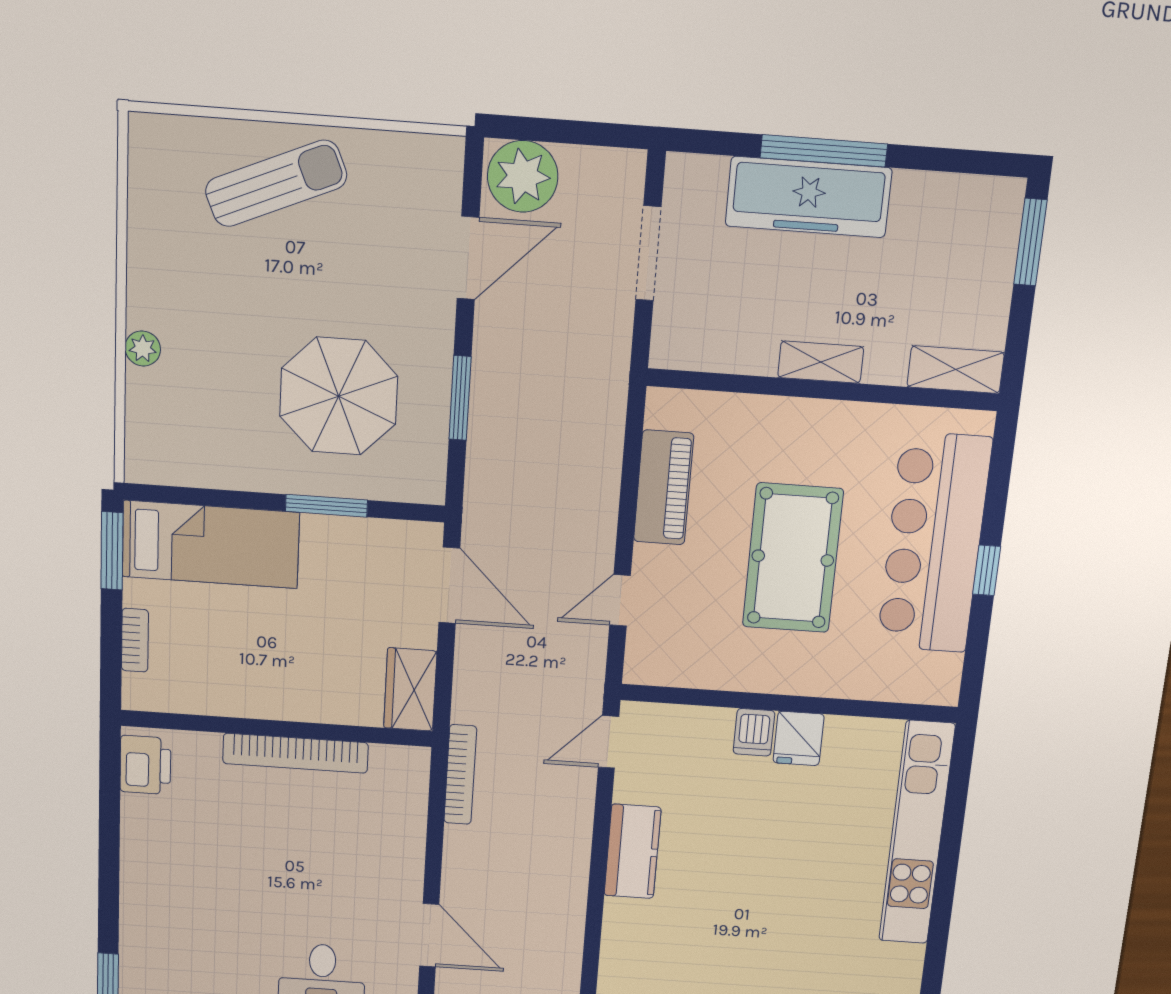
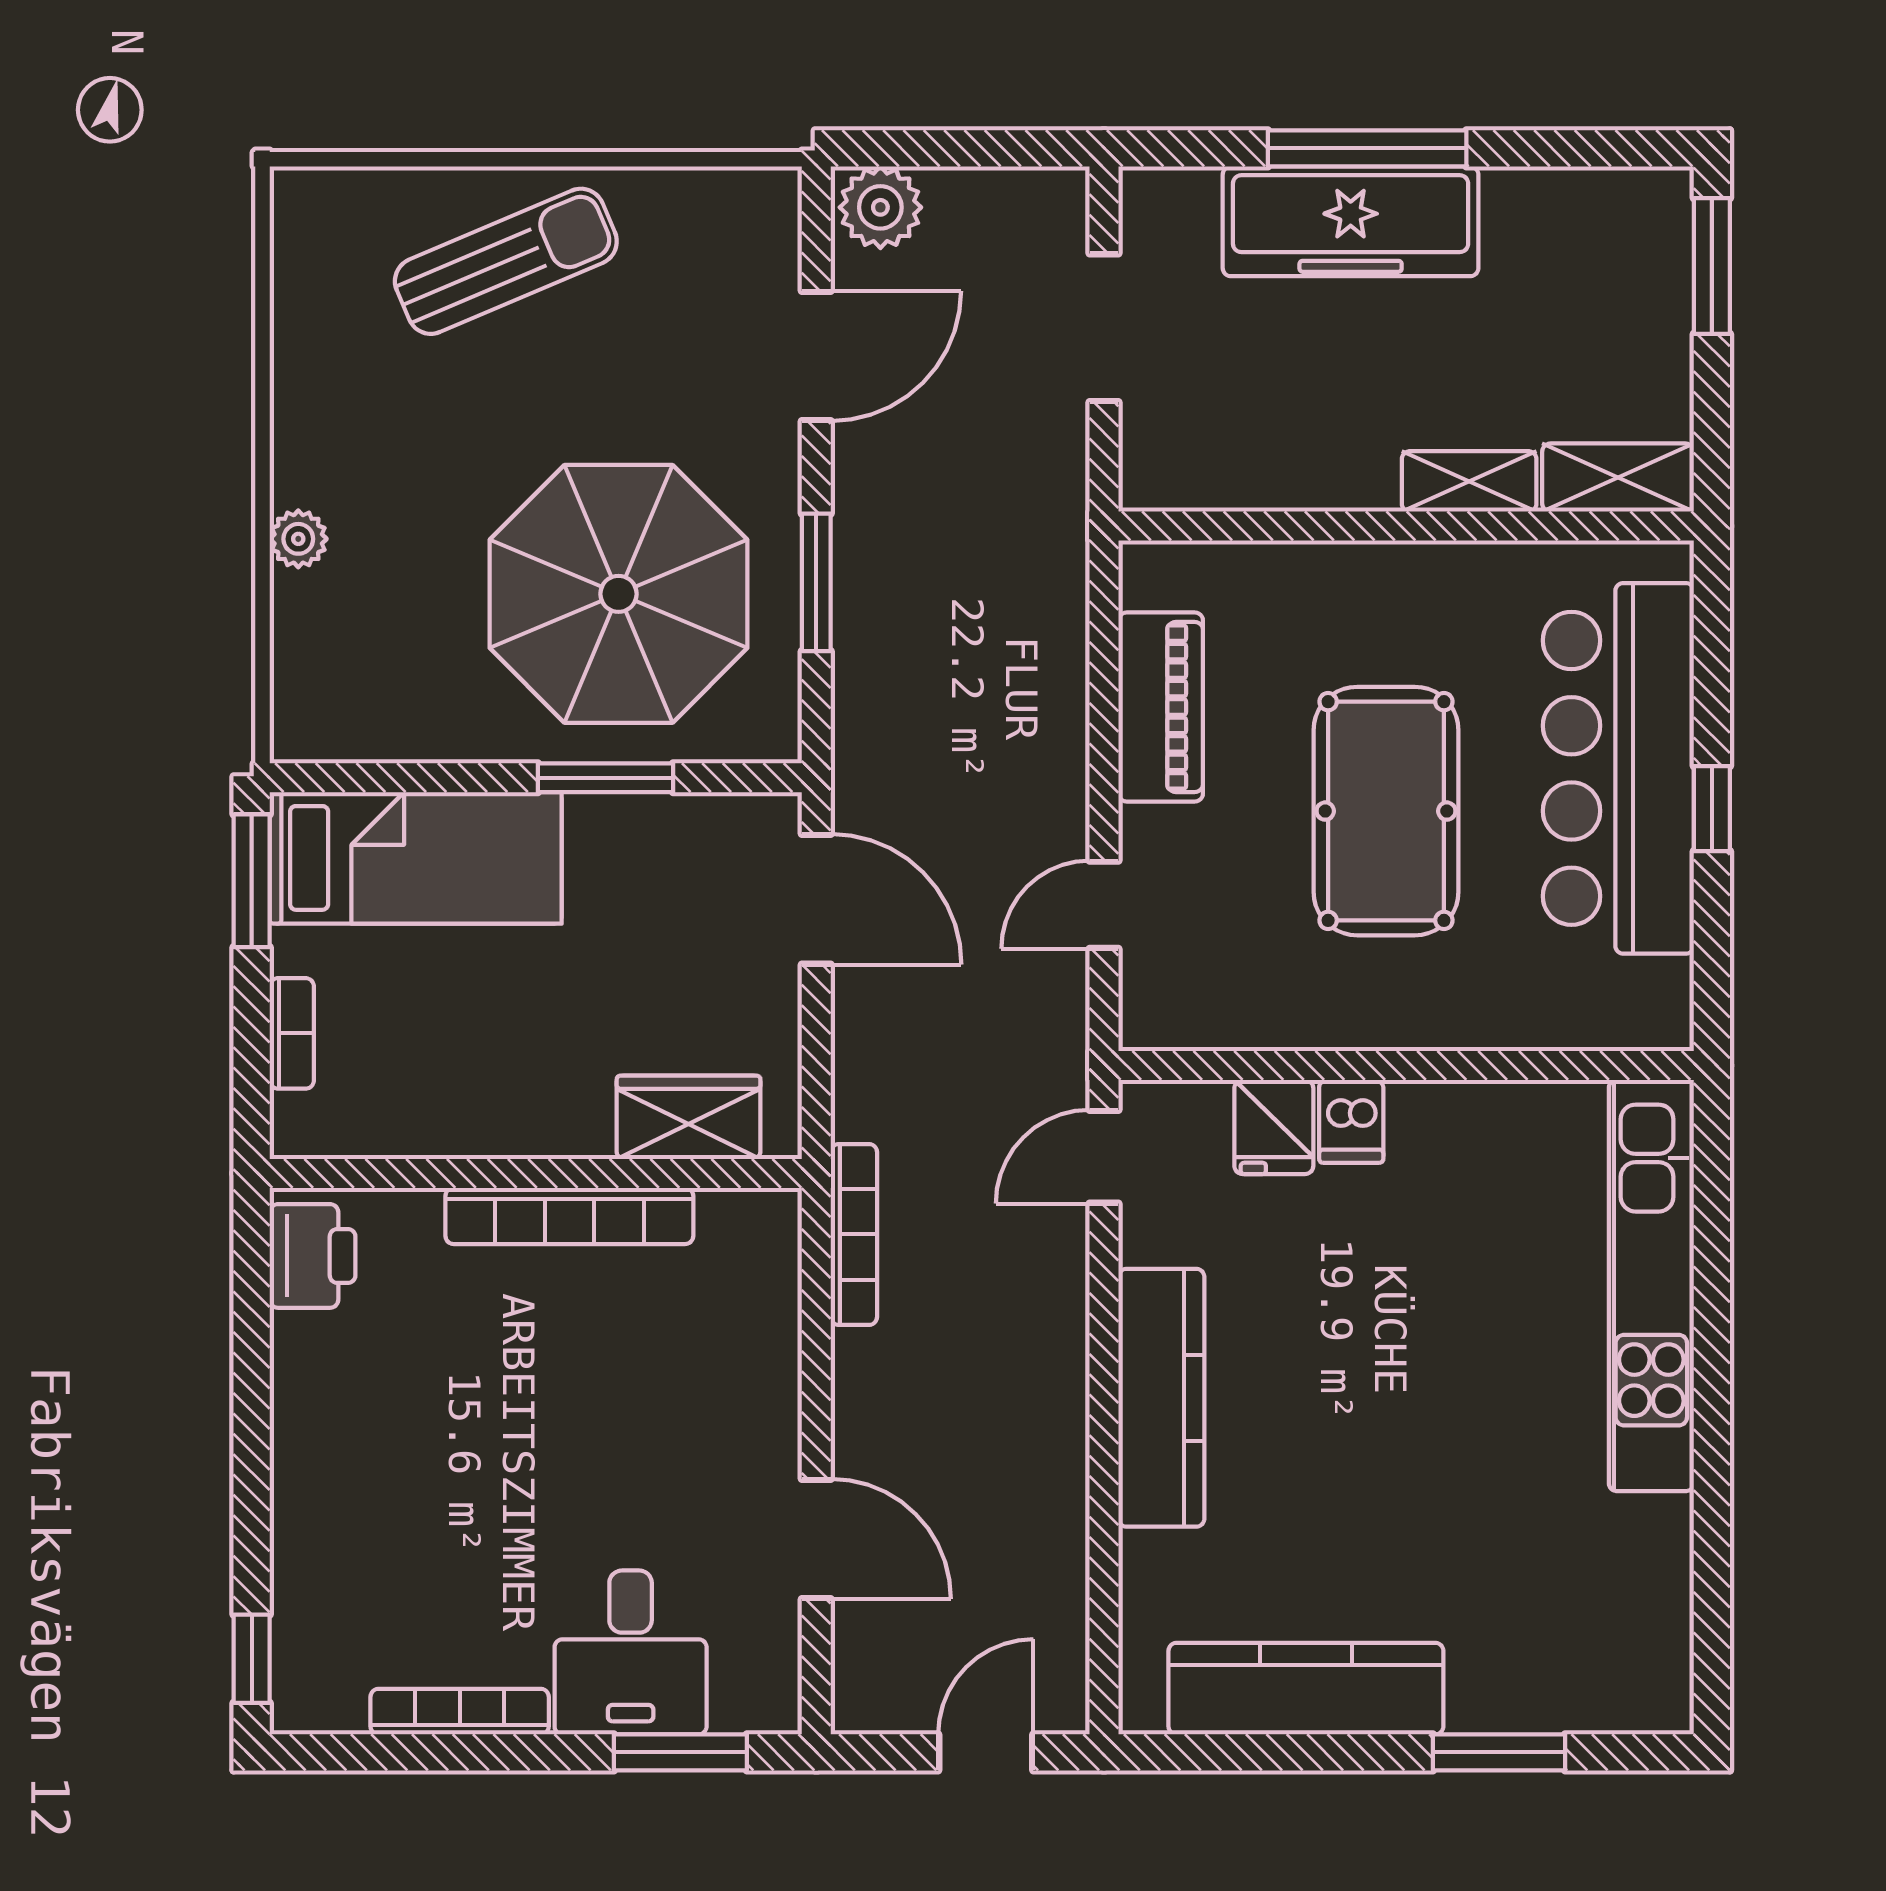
plant: (523, 176) -> (880, 207), width x0.73, depth x0.73
shelving: (821, 362) -> (1469, 481), moved
parasol: (339, 396) -> (619, 594), width x1.36, depth x1.36
wardrobe: (410, 689) -> (689, 1117), moved, turned 90
fridge: (799, 738) -> (1274, 1127), moved
kitchen counter: (633, 851) -> (1161, 1398), width x1.50

